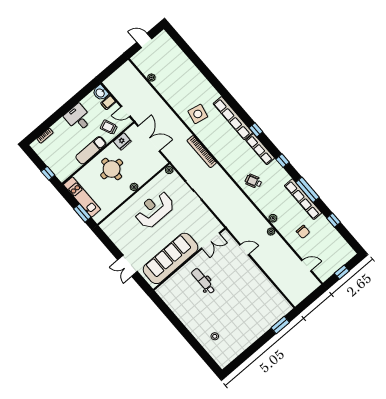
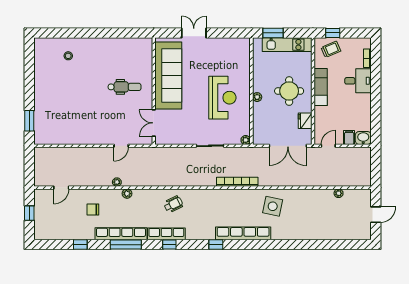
desk: (78, 118) -> (358, 81), moved
trolley: (109, 127) -> (331, 49), moved
row of seats: (260, 149) -> (166, 234), moved

